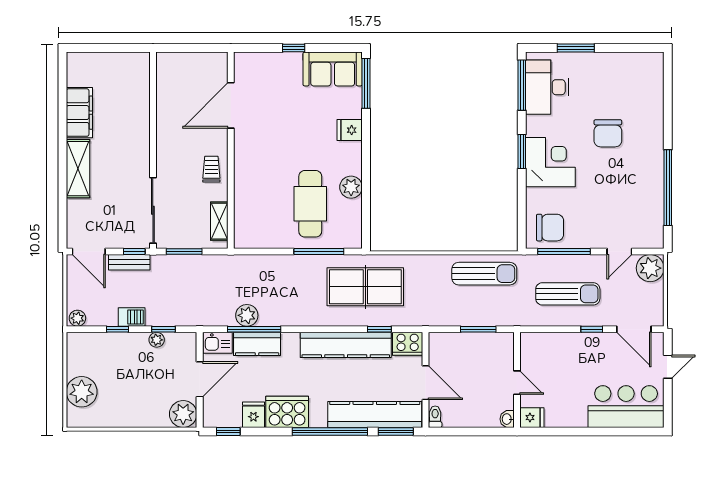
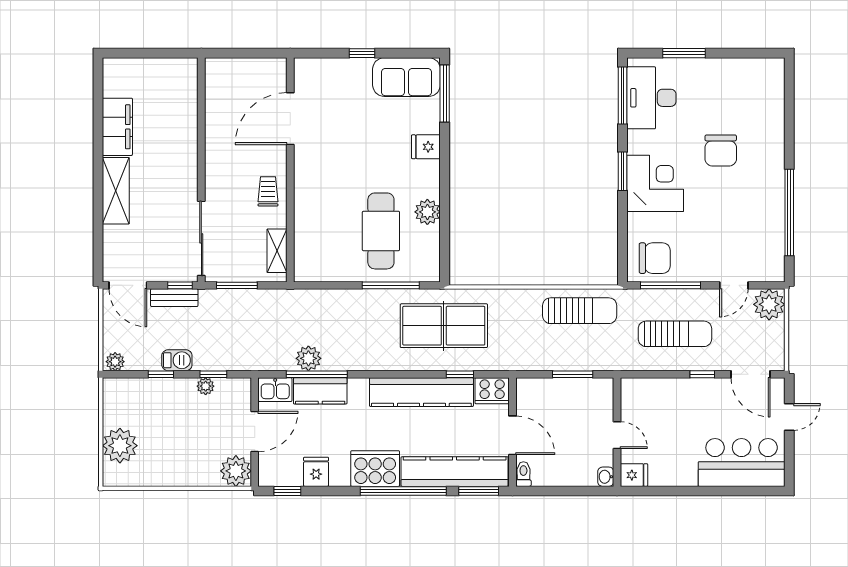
cooker: (287, 412) -> (375, 469), moved

